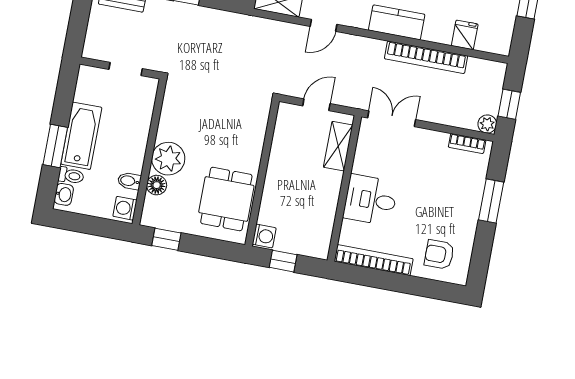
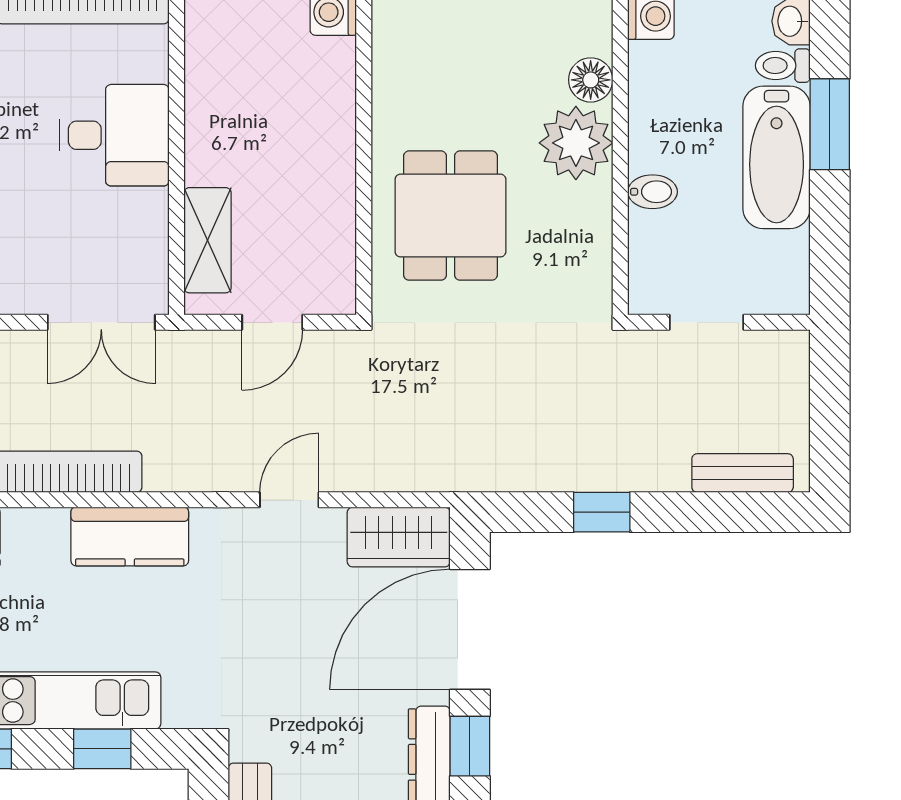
bidet: (129, 181) -> (653, 192), moved
dining table: (226, 199) -> (450, 216), moved

